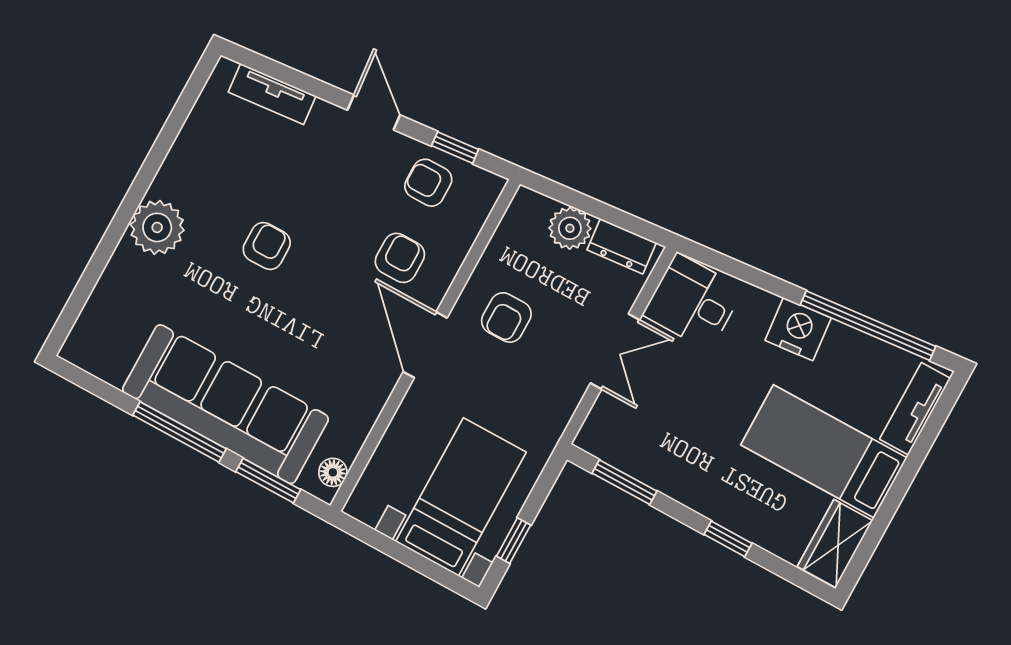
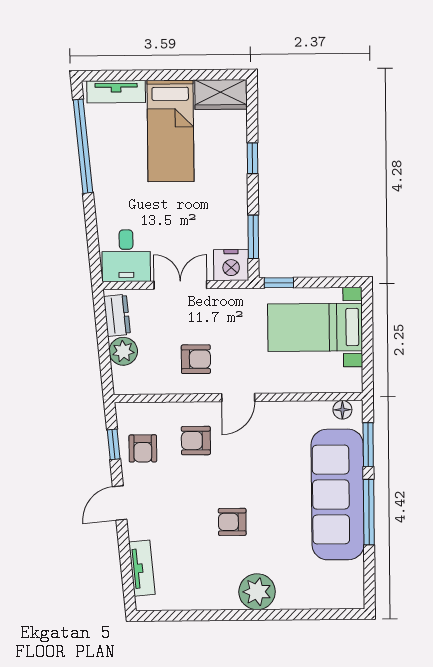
nightstand: (798, 329) -> (231, 265), moved, turned -85
door: (425, 345) -> (238, 398), width x0.73
window: (514, 541) -> (279, 283), moved

